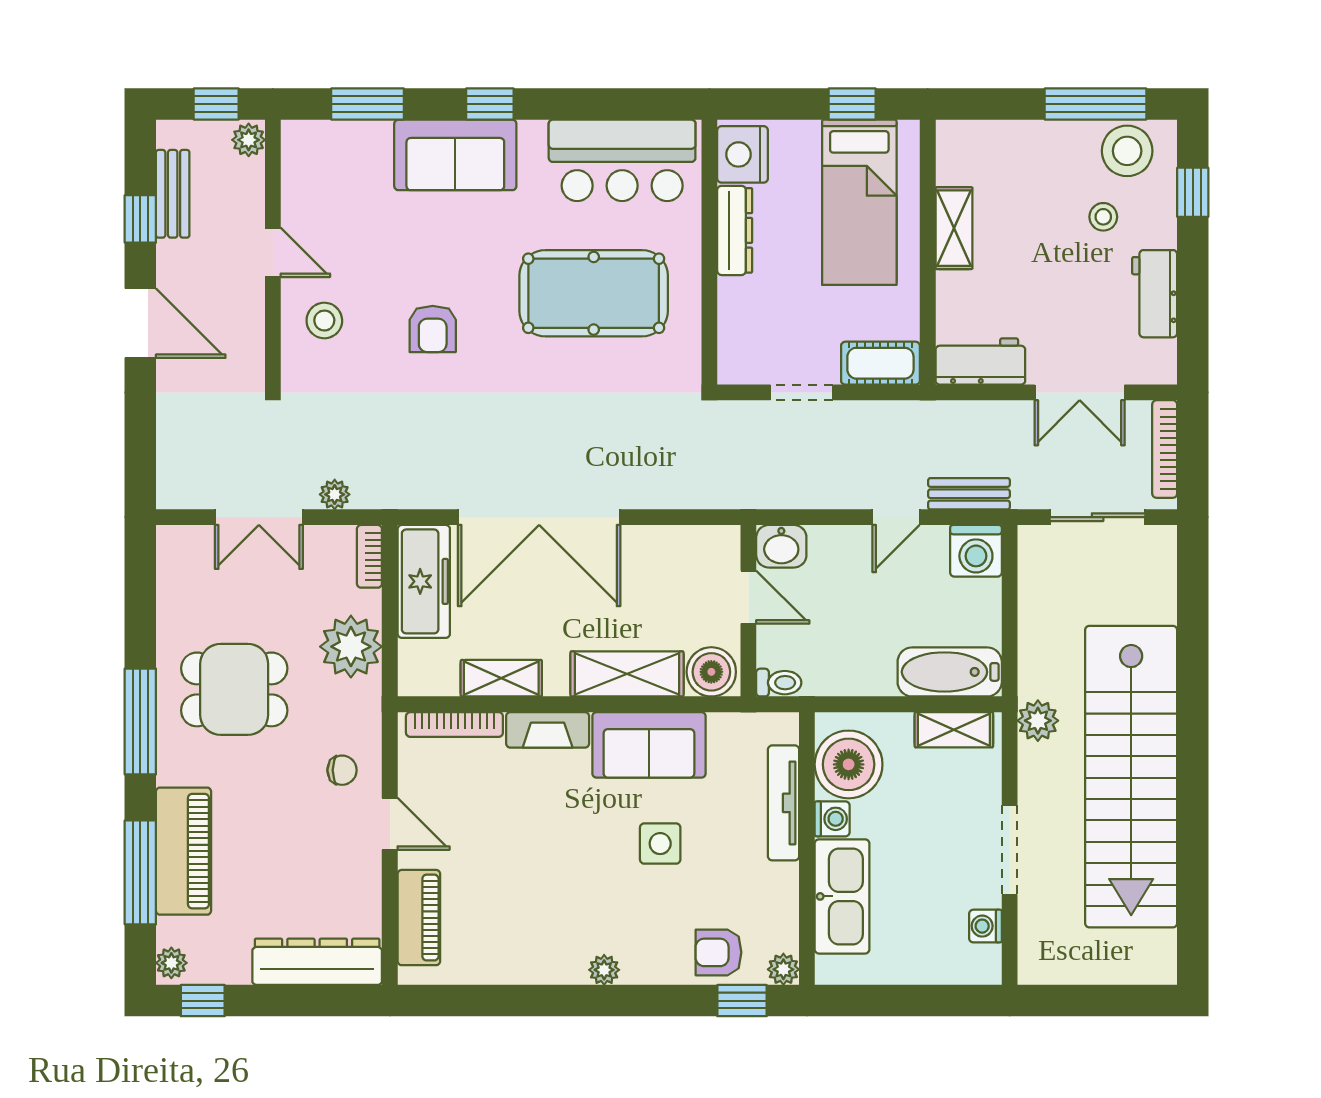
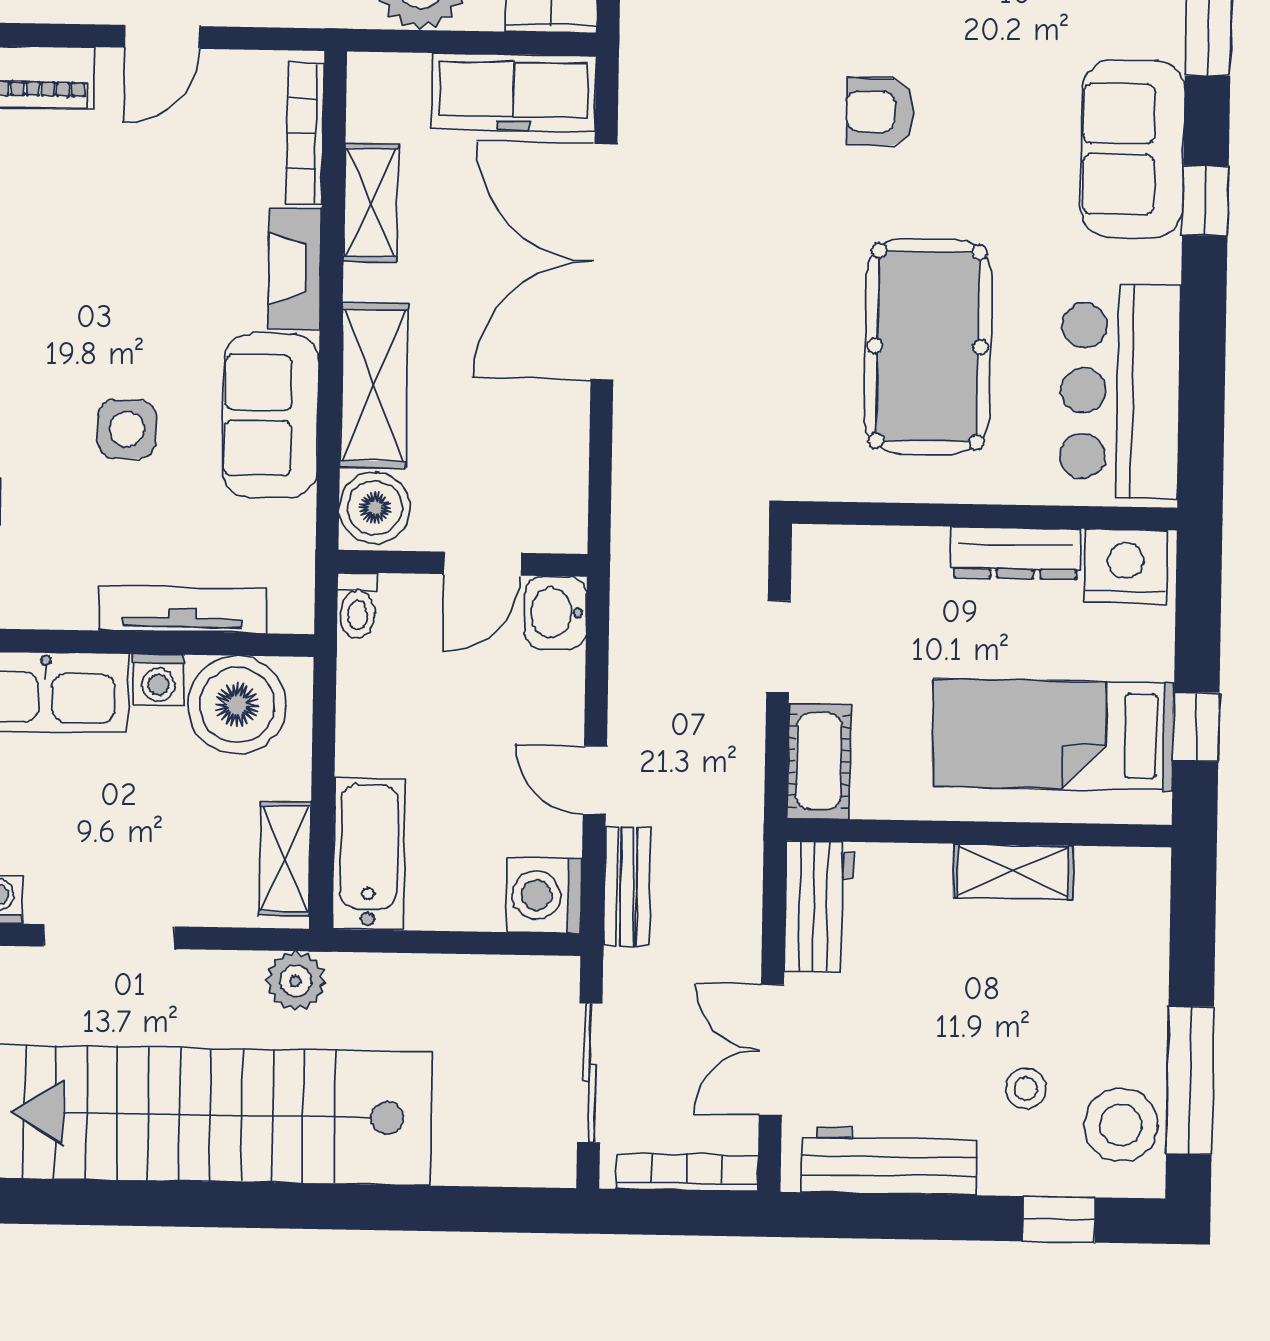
workbench: (1155, 294) -> (889, 1161), width x1.38

